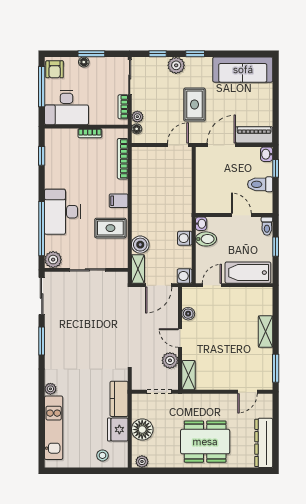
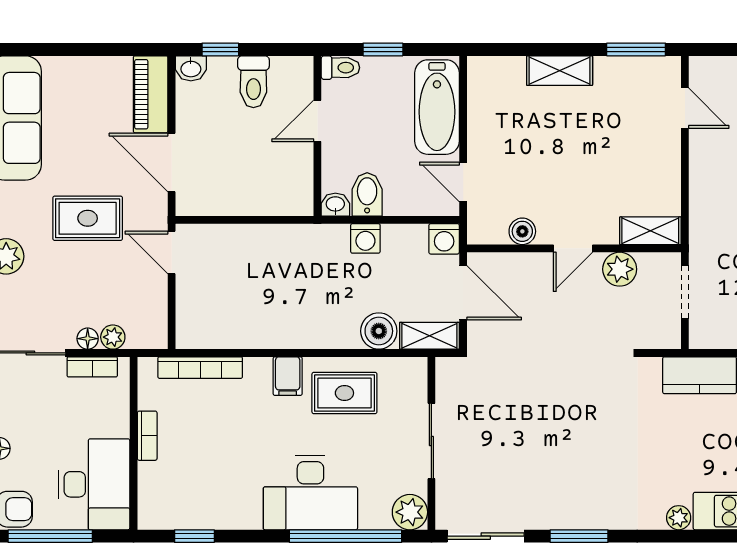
floor lamp: (137, 129) -> (88, 339), moved
rug: (110, 228) -> (344, 393), turned 90

